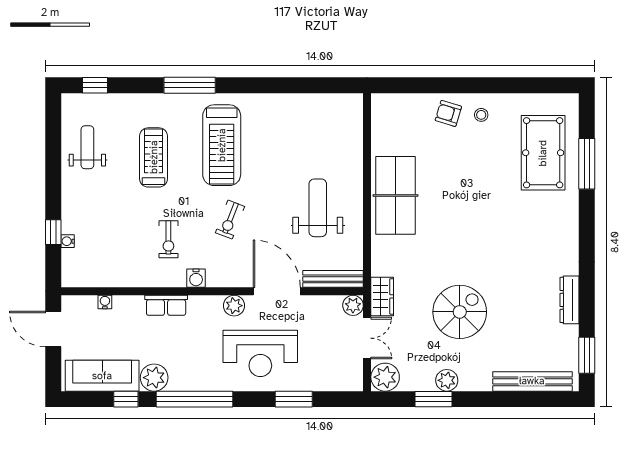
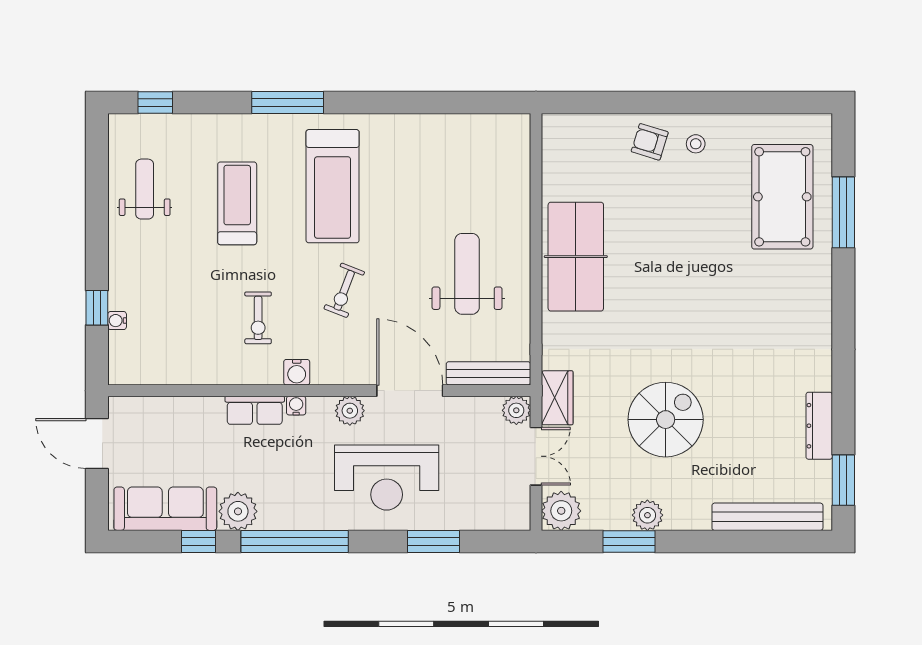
dresser: (569, 300) -> (819, 426), moved
water cooler: (105, 302) -> (296, 406), moved

